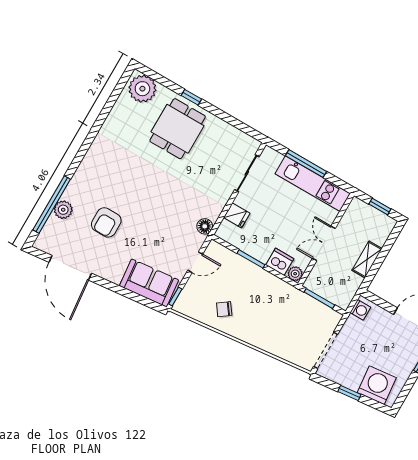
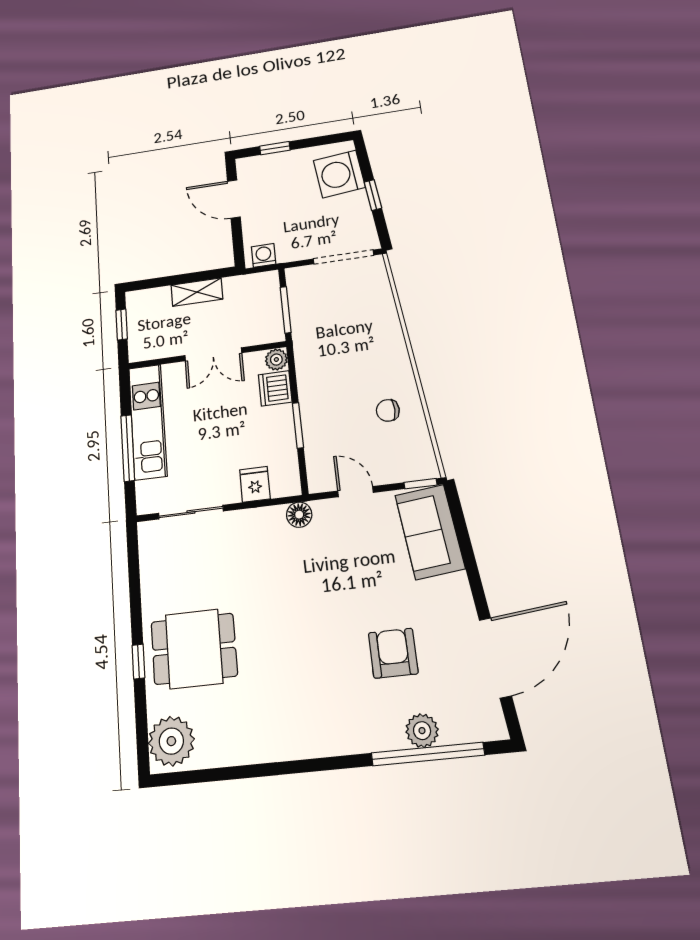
armchair: (106, 222) -> (393, 653), turned -90
chair: (224, 309) -> (388, 410), turned 126

